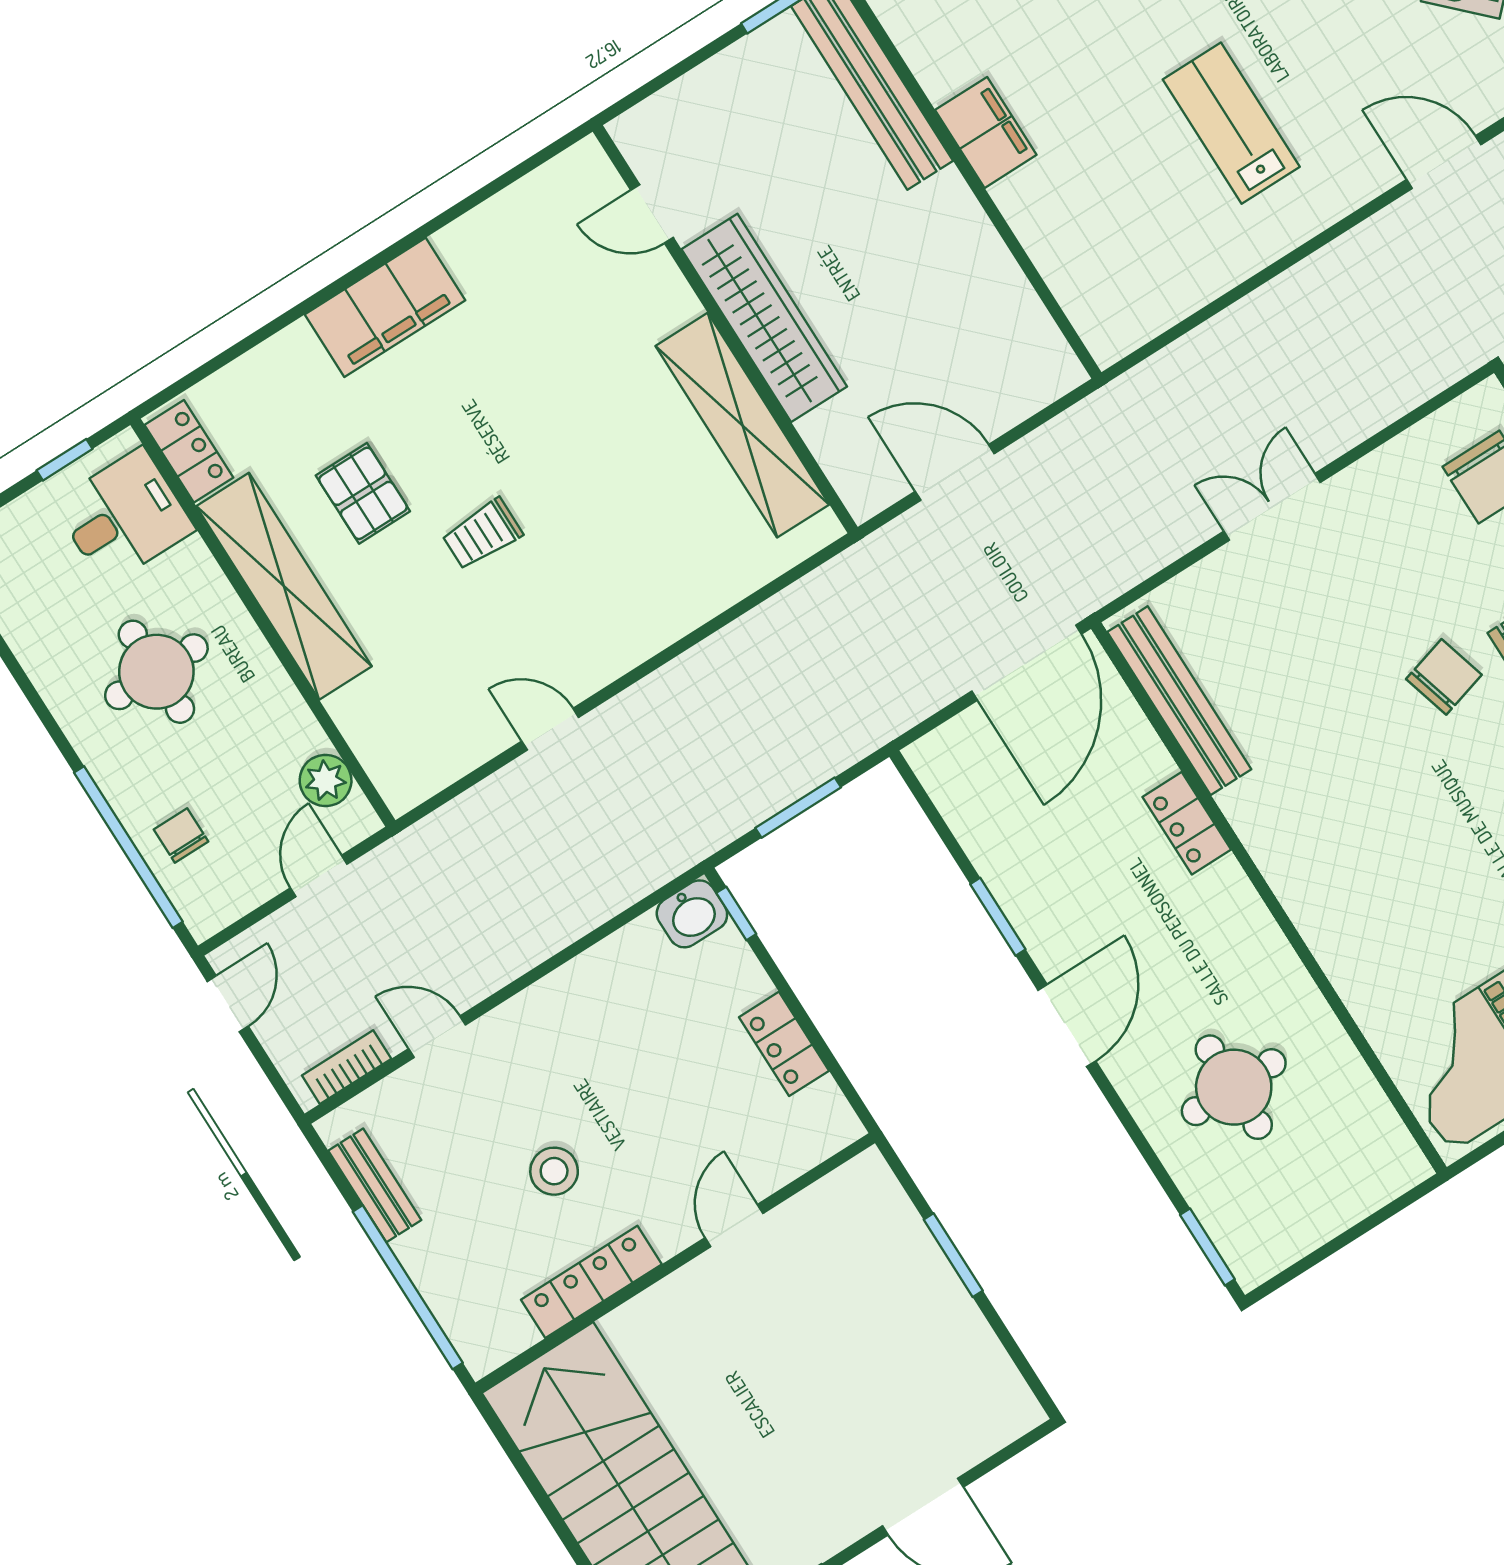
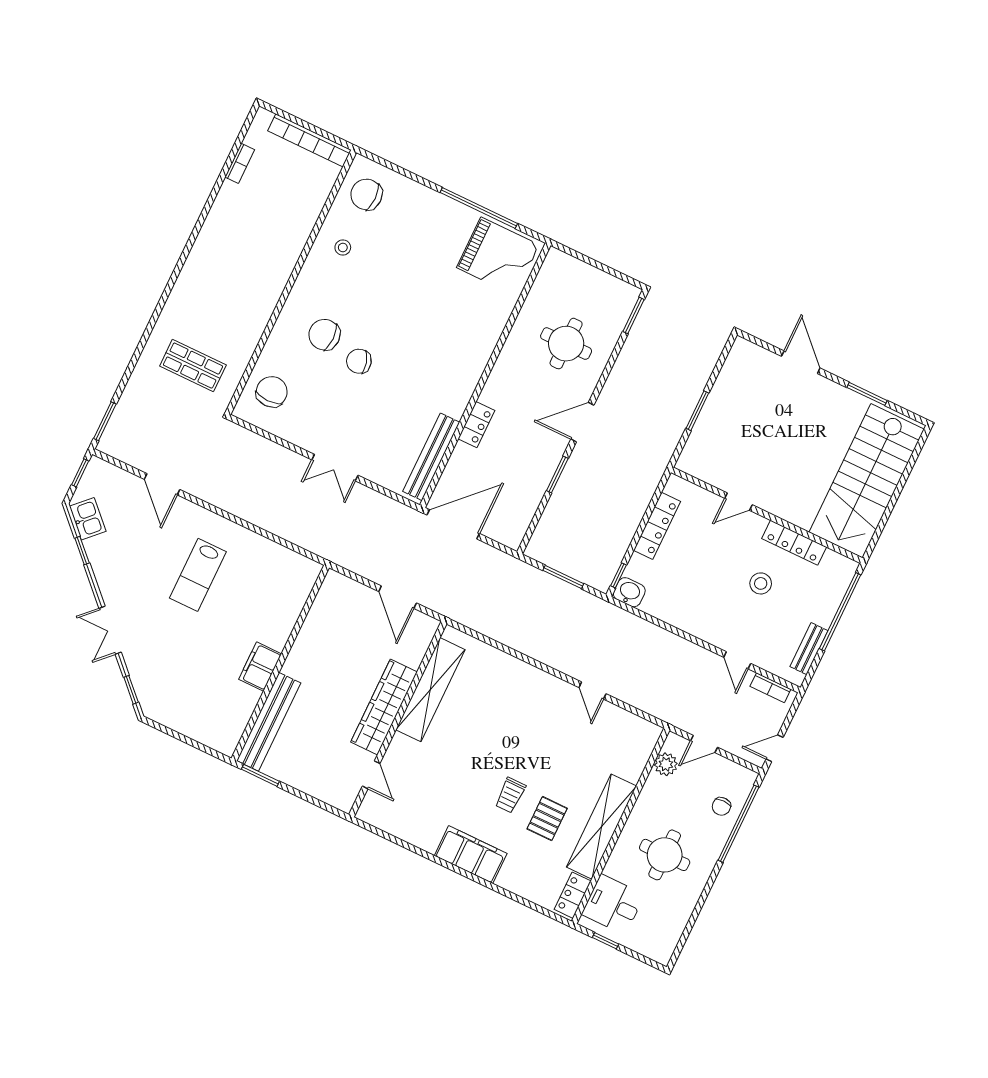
trolley: (482, 534) -> (510, 795), moved, turned 90
locker: (784, 1044) -> (657, 526), width x1.53

